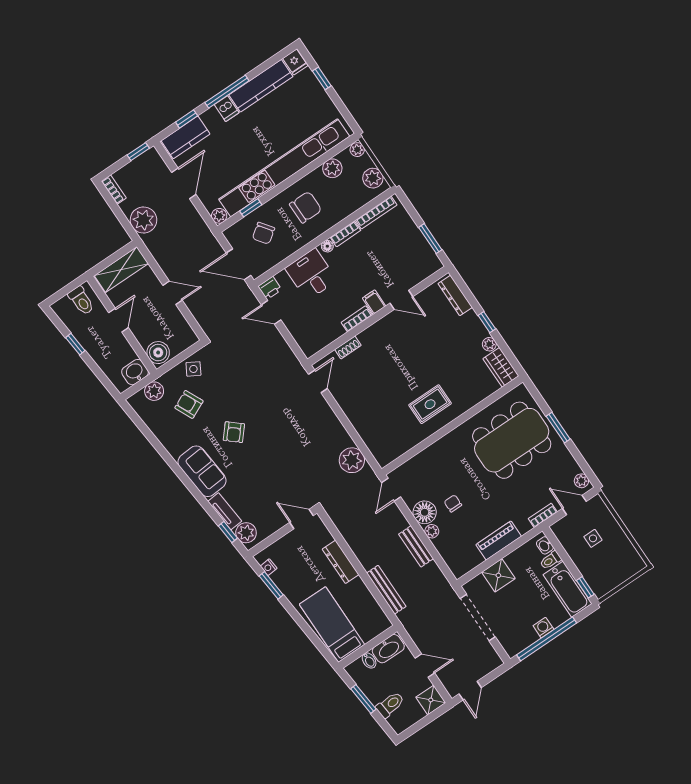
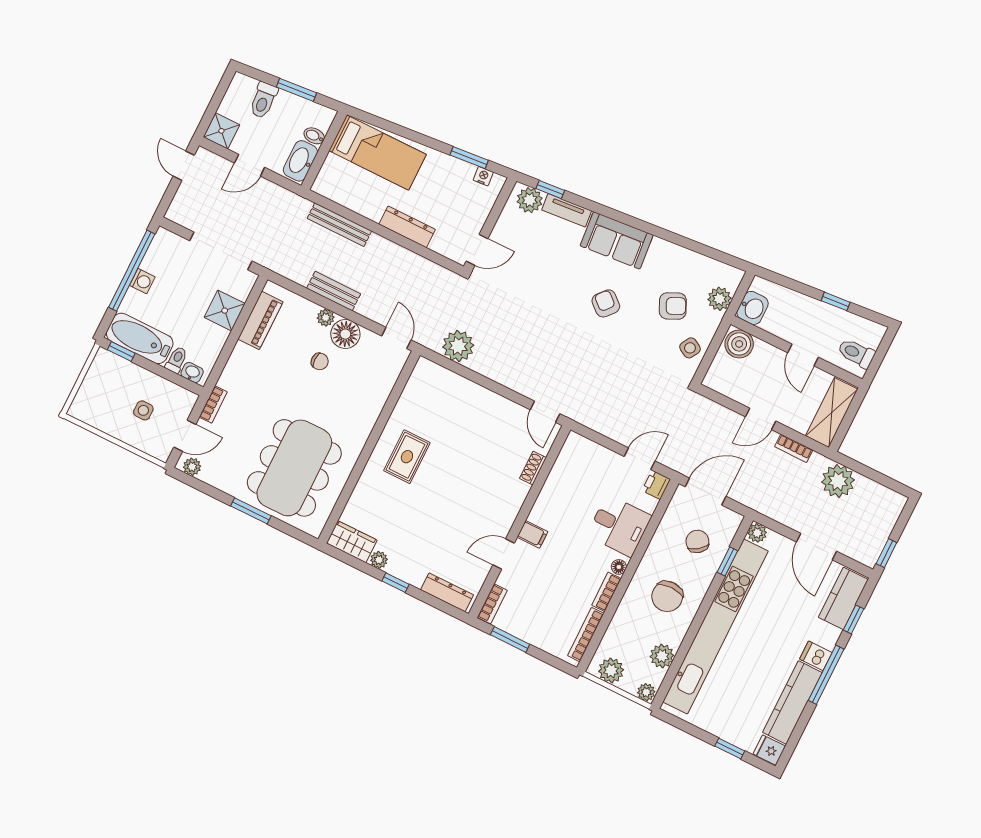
bookcase: (114, 190) -> (794, 448), moved
bookcase: (357, 319) -> (492, 604), moved
piano: (499, 541) -> (260, 320), moved

